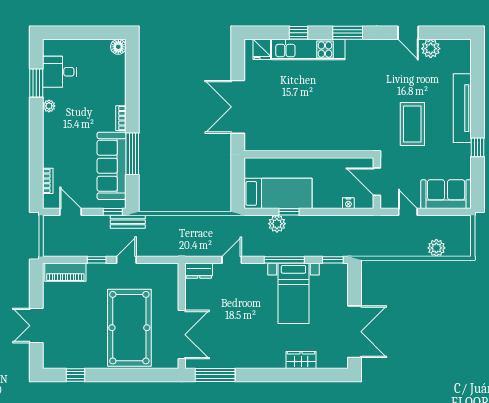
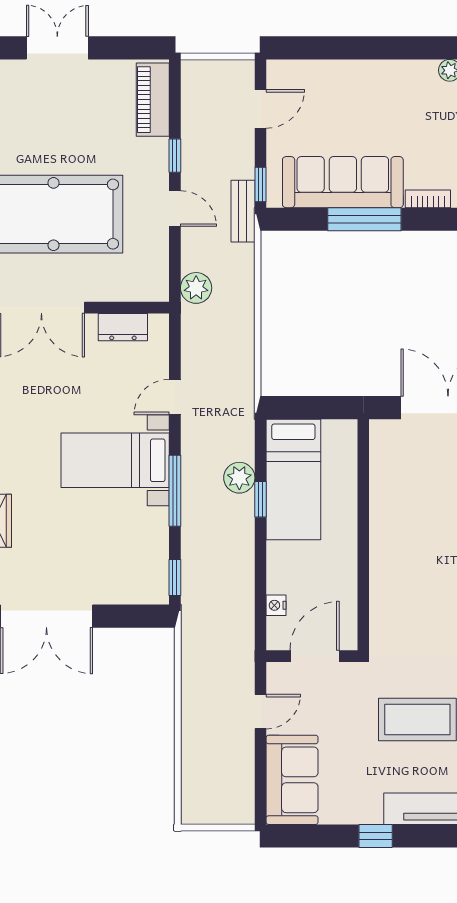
bookcase: (48, 181) -> (316, 68), removed
plant: (436, 248) -> (196, 288), moved
door: (232, 260) -> (175, 397), swing flipped
dresser: (199, 271) -> (123, 327), moved, turned -90
bed with nightstands: (293, 293) -> (115, 460), moved

